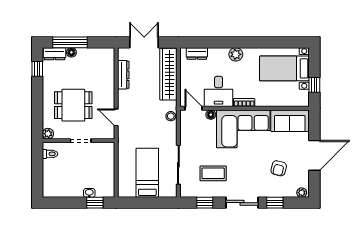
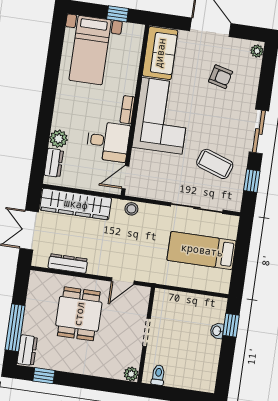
floor lamp: (71, 52) -> (29, 328), removed
plant: (236, 54) -> (59, 139), moved
dining table: (73, 105) -> (79, 314), moved
floor lamp: (211, 115) -> (137, 156), removed
coffee table: (213, 173) -> (215, 164), turned -71
window: (275, 203) -> (265, 88), removed

